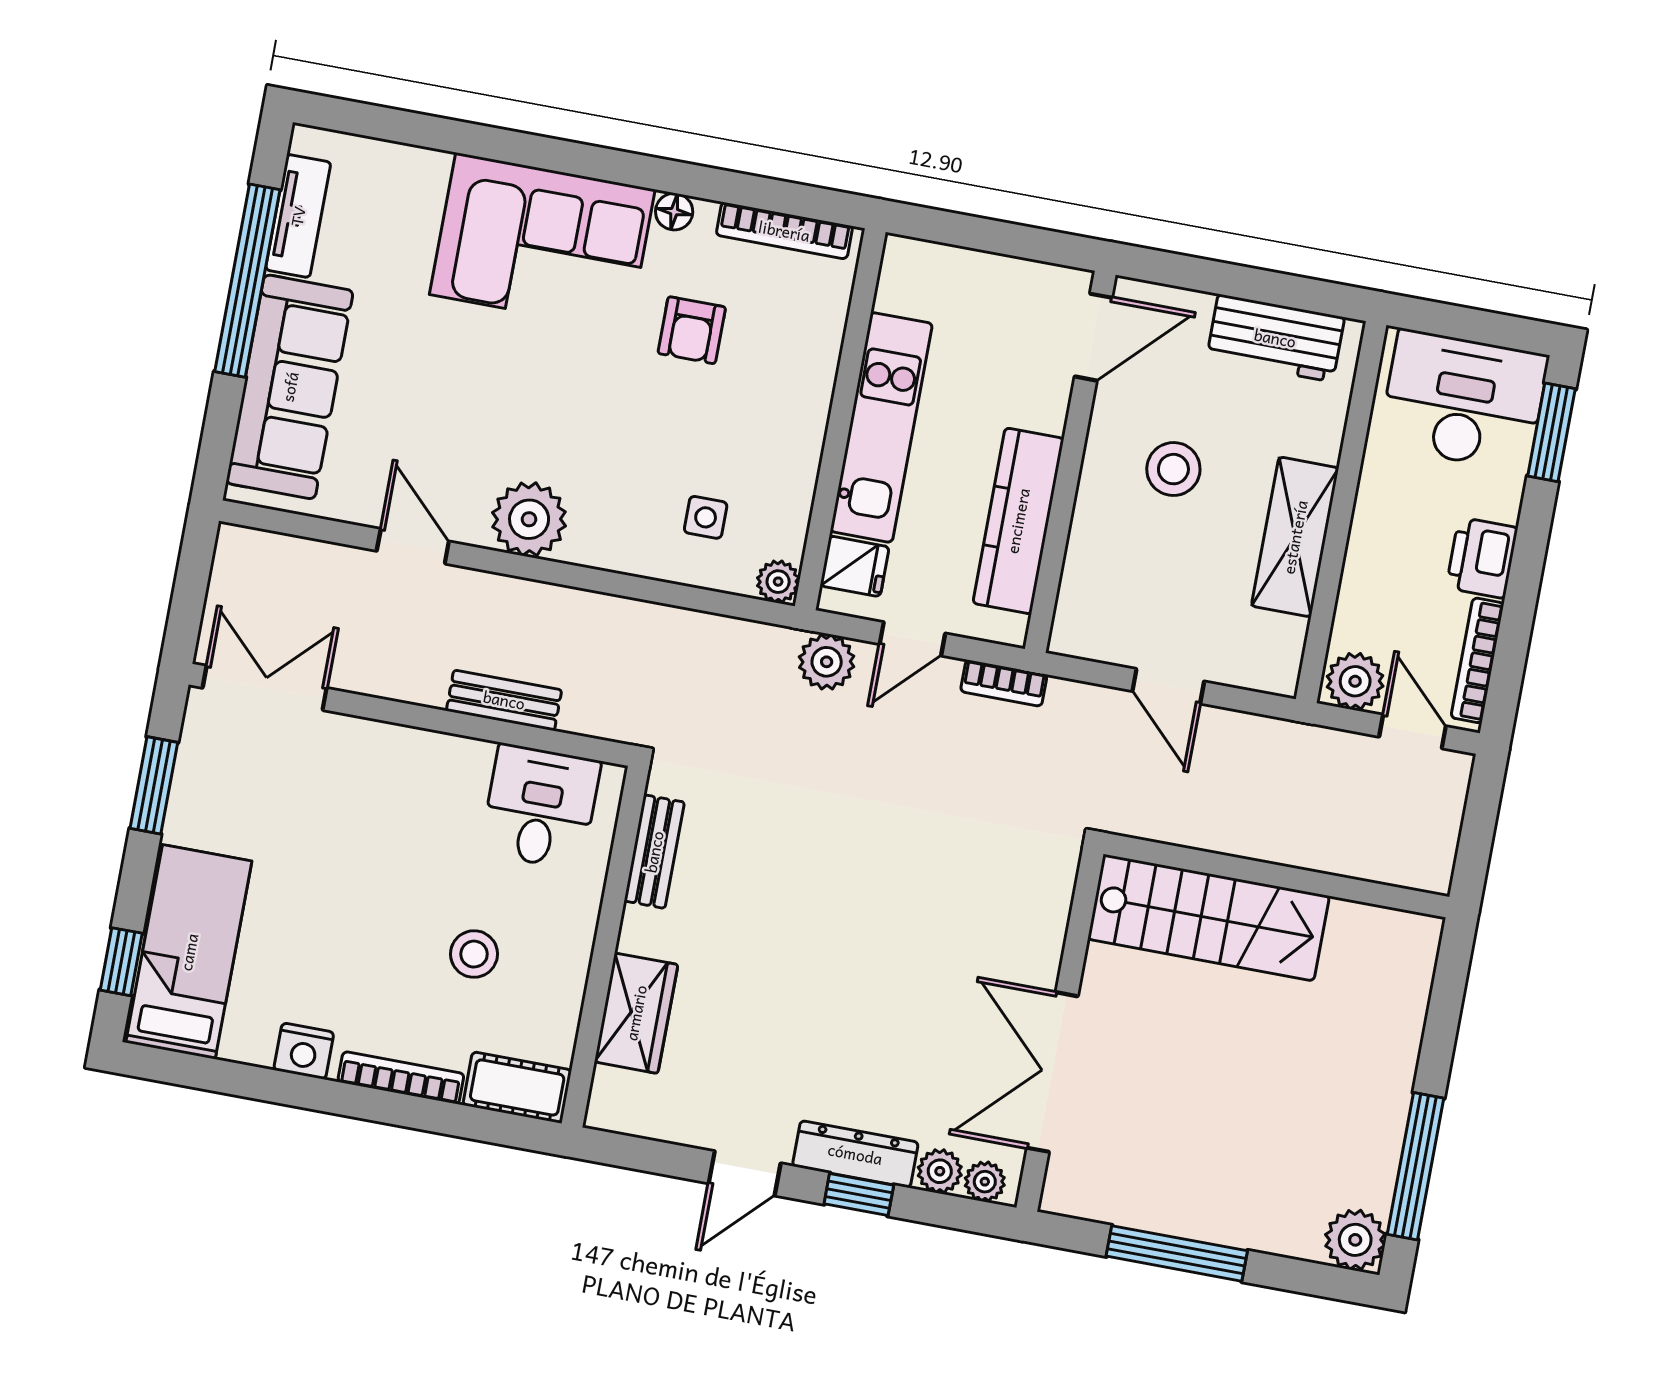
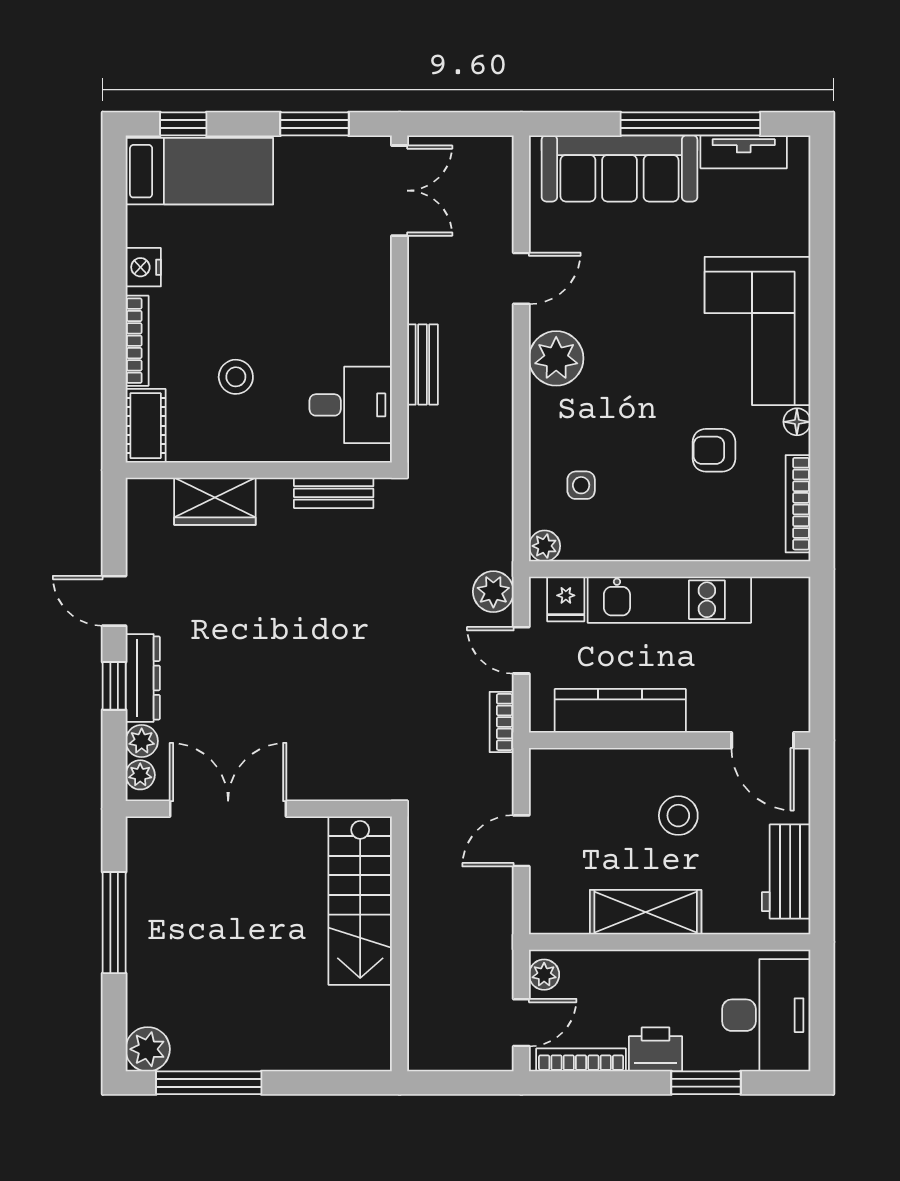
window: (1551, 432) -> (706, 1083), moved
plant: (1355, 681) -> (544, 975), width x0.73, depth x0.73

